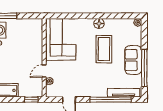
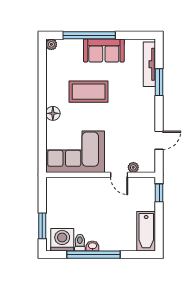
floor lamp: (99, 24) -> (53, 113), moved
window: (144, 68) -> (89, 35), moved
window: (111, 100) -> (159, 82), width x0.47

